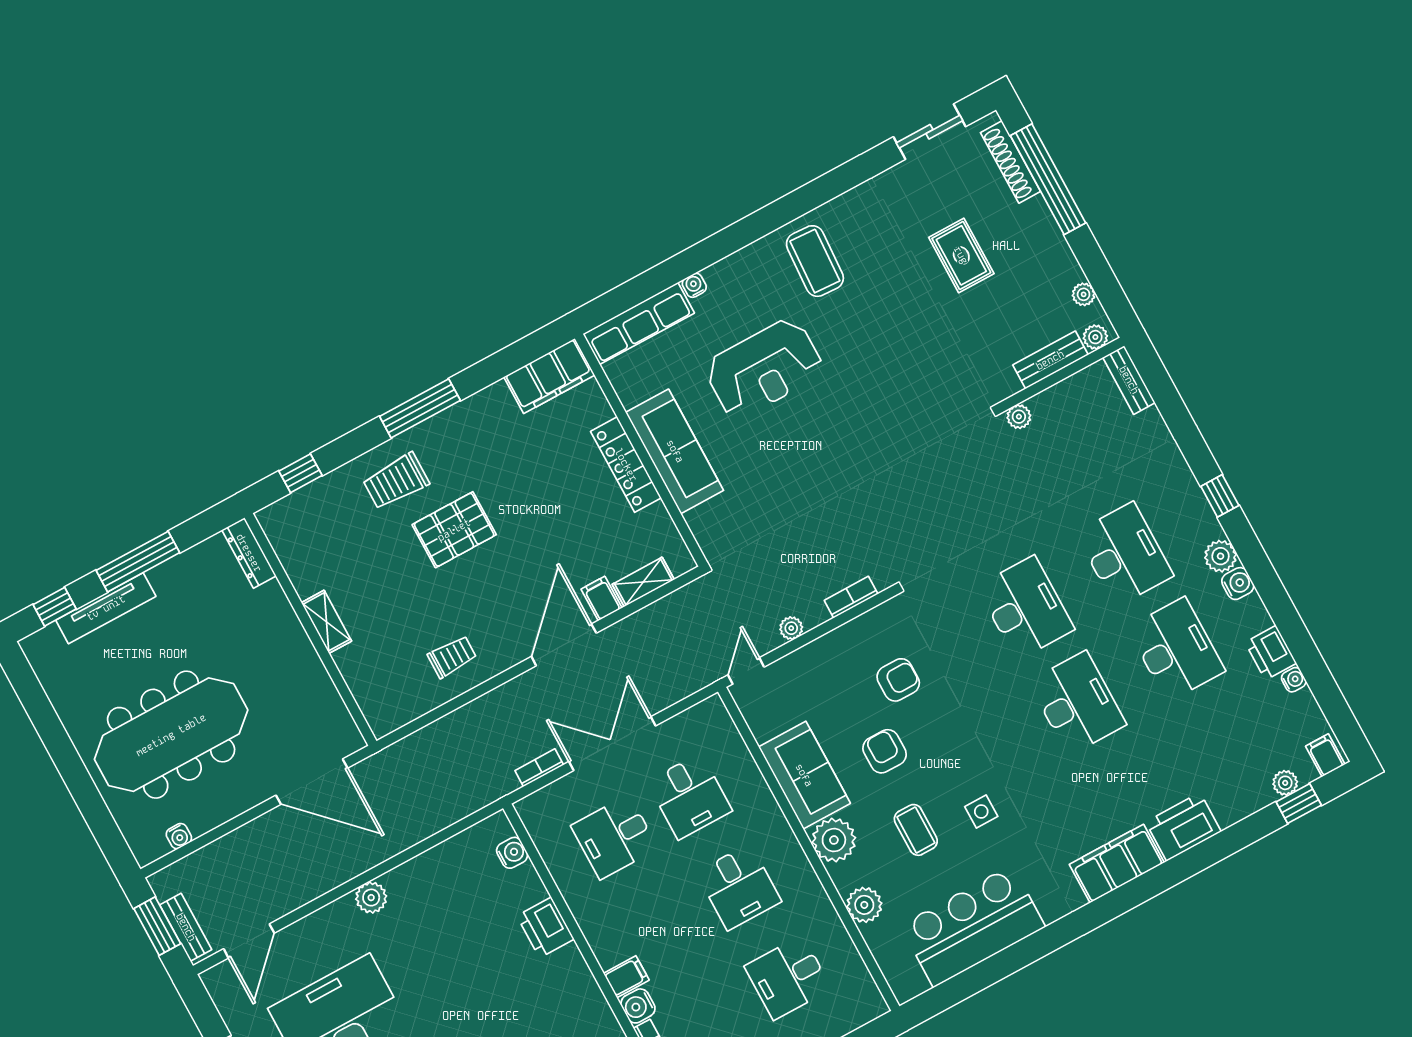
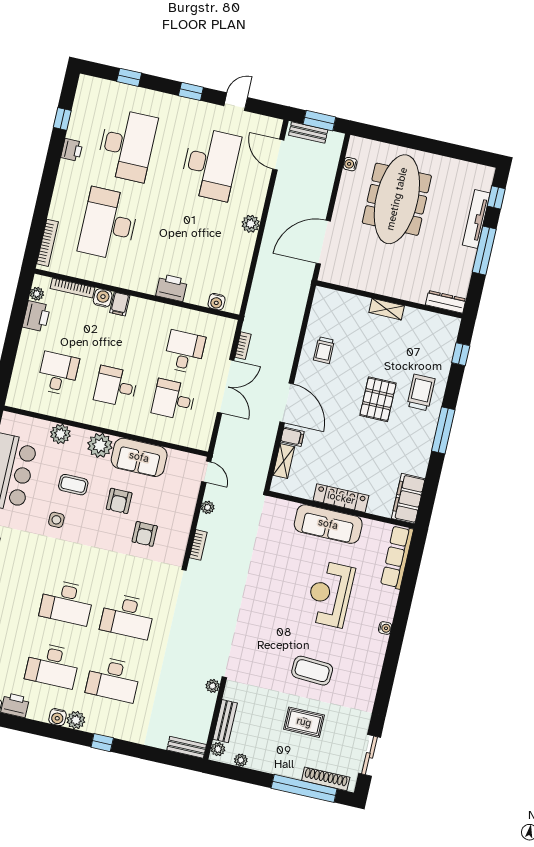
coffee table: (815, 261) -> (312, 671), moved
water cooler: (694, 285) -> (385, 628), moved
armchair: (885, 751) -> (119, 501), turned 90

